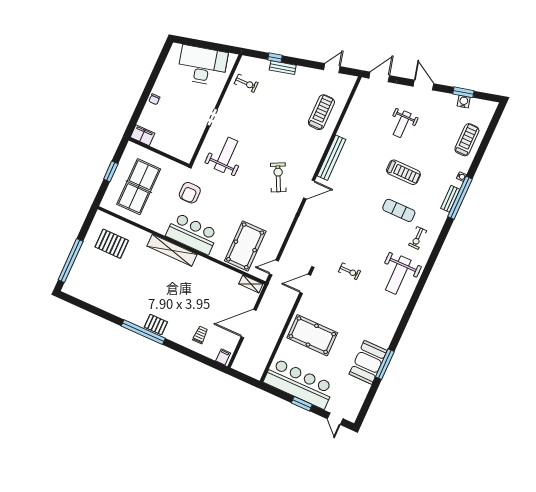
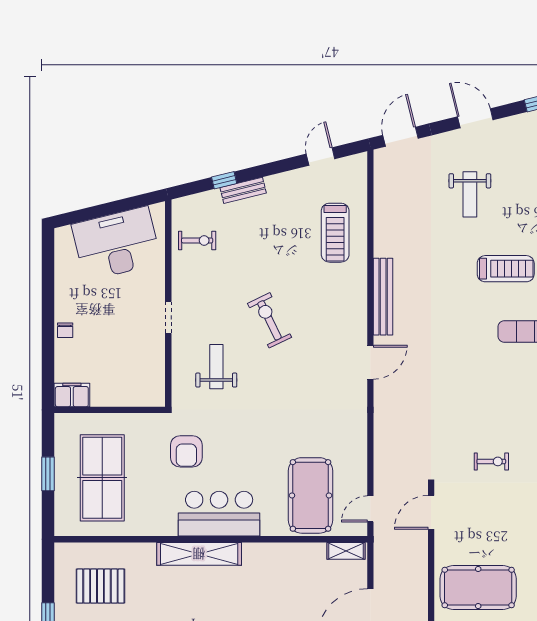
treadmill: (321, 112) -> (335, 233), turned 180
weight bench: (226, 155) -> (216, 367), width x0.73, depth x0.75
exercise bike: (278, 177) -> (269, 320), moved

